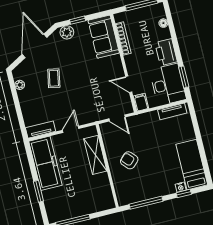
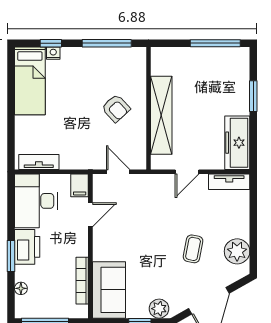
window: (184, 77) -> (11, 256), moved
door: (129, 84) -> (90, 215), hinge flipped
plant: (20, 85) -> (237, 251), width x1.88, depth x1.88
shelving: (95, 155) -> (161, 115), width x1.47
freezer: (45, 163) -> (237, 143), width x0.73, depth x0.79

